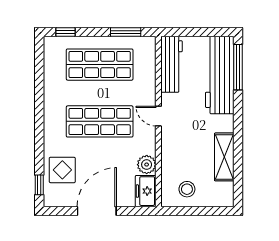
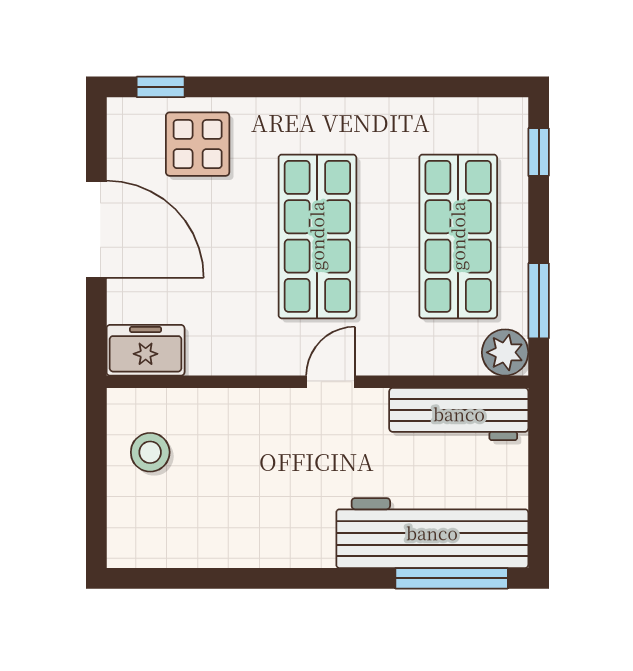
shelving: (224, 157) -> (230, 544), removed
plant: (147, 165) -> (505, 352), moved

